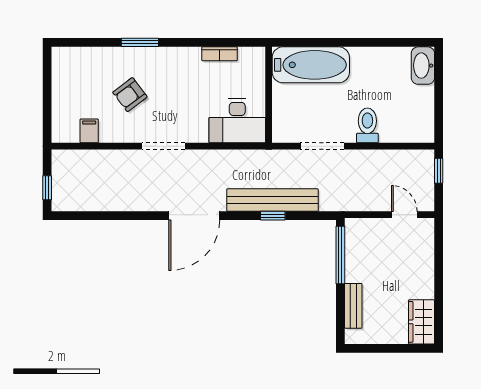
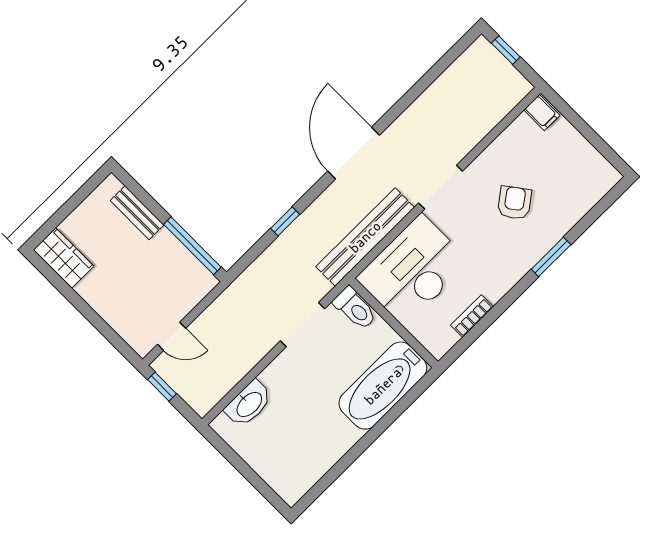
washbasin: (423, 66) -> (249, 404), moved, turned 90
desk: (237, 121) -> (413, 270), width x1.36, depth x1.30
toilet: (367, 125) -> (355, 308), moved
filing cabinet: (89, 131) -> (542, 113), moved
window: (439, 171) -> (162, 387), moved
bench: (272, 200) -> (365, 237), moved

